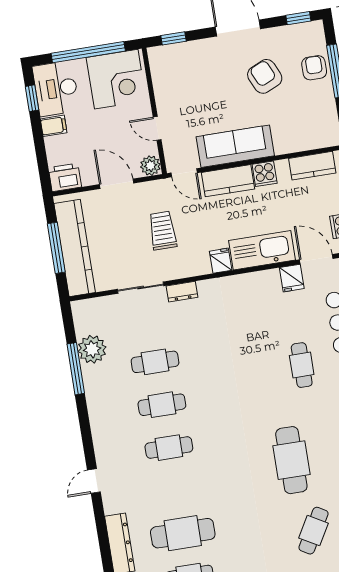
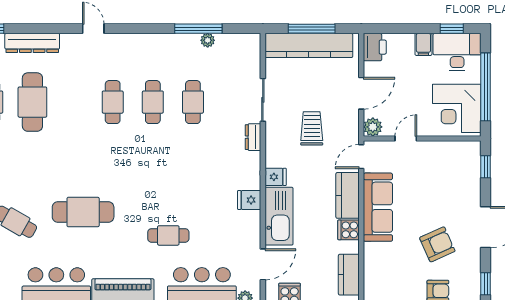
trolley: (163, 231) -> (312, 128), turned -90
fridge: (292, 278) -> (249, 200), moved
plant: (92, 349) -> (208, 40), width x0.53, depth x0.53

